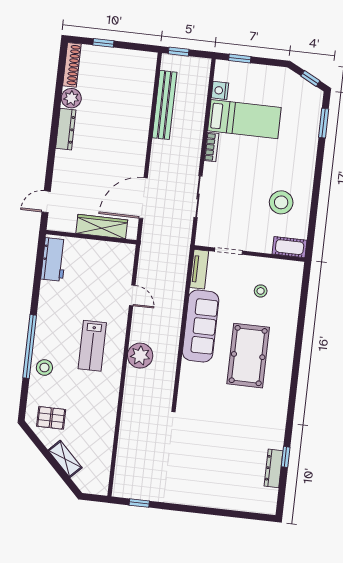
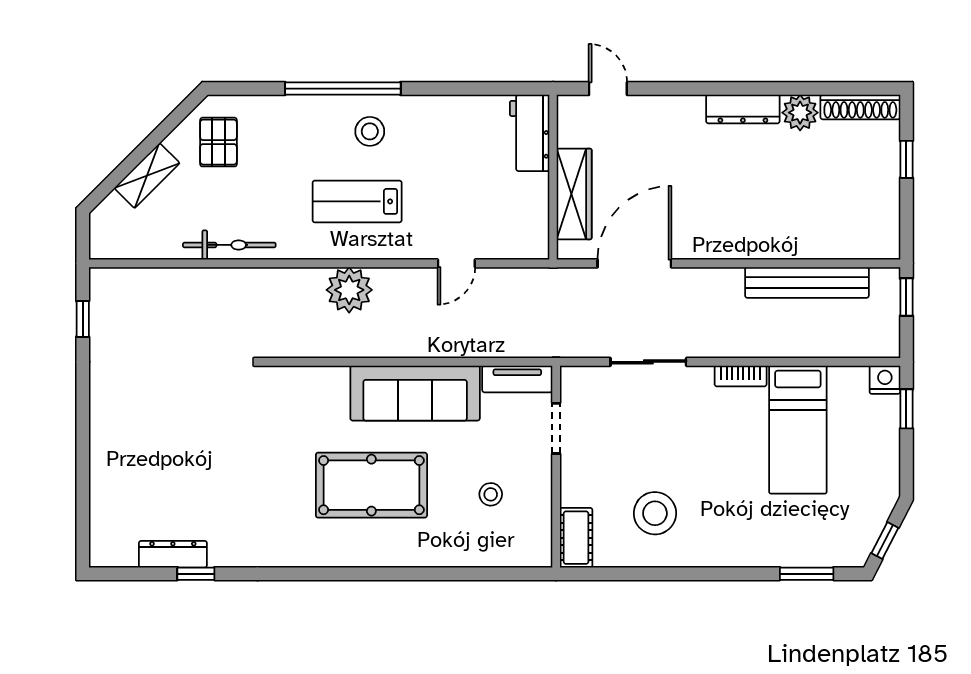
nightstand: (220, 90) -> (885, 380), moved
door: (143, 198) -> (634, 263), hinge flipped
workbench: (54, 260) -> (530, 133), moved, turned 90
stool: (44, 367) -> (370, 131), moved
bicycle: (108, 418) -> (229, 245), added

